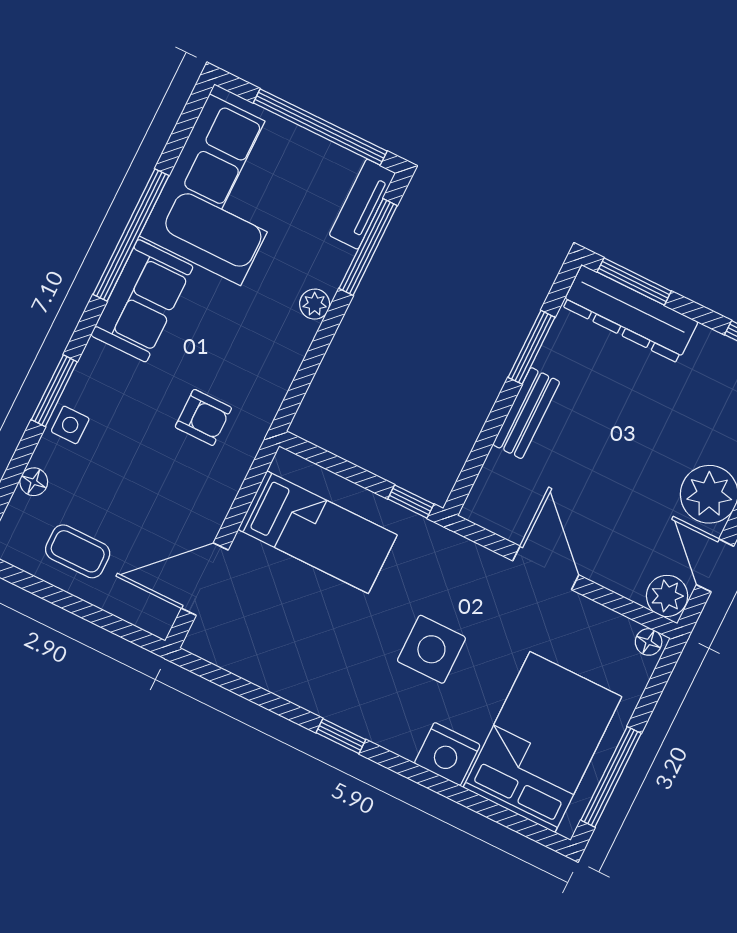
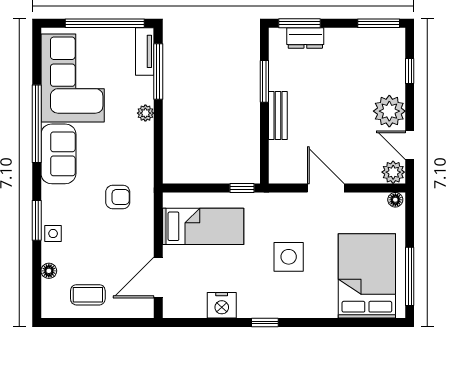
dresser: (630, 314) -> (305, 38), width x0.51, depth x0.80
nightstand: (447, 754) -> (222, 305), moved

